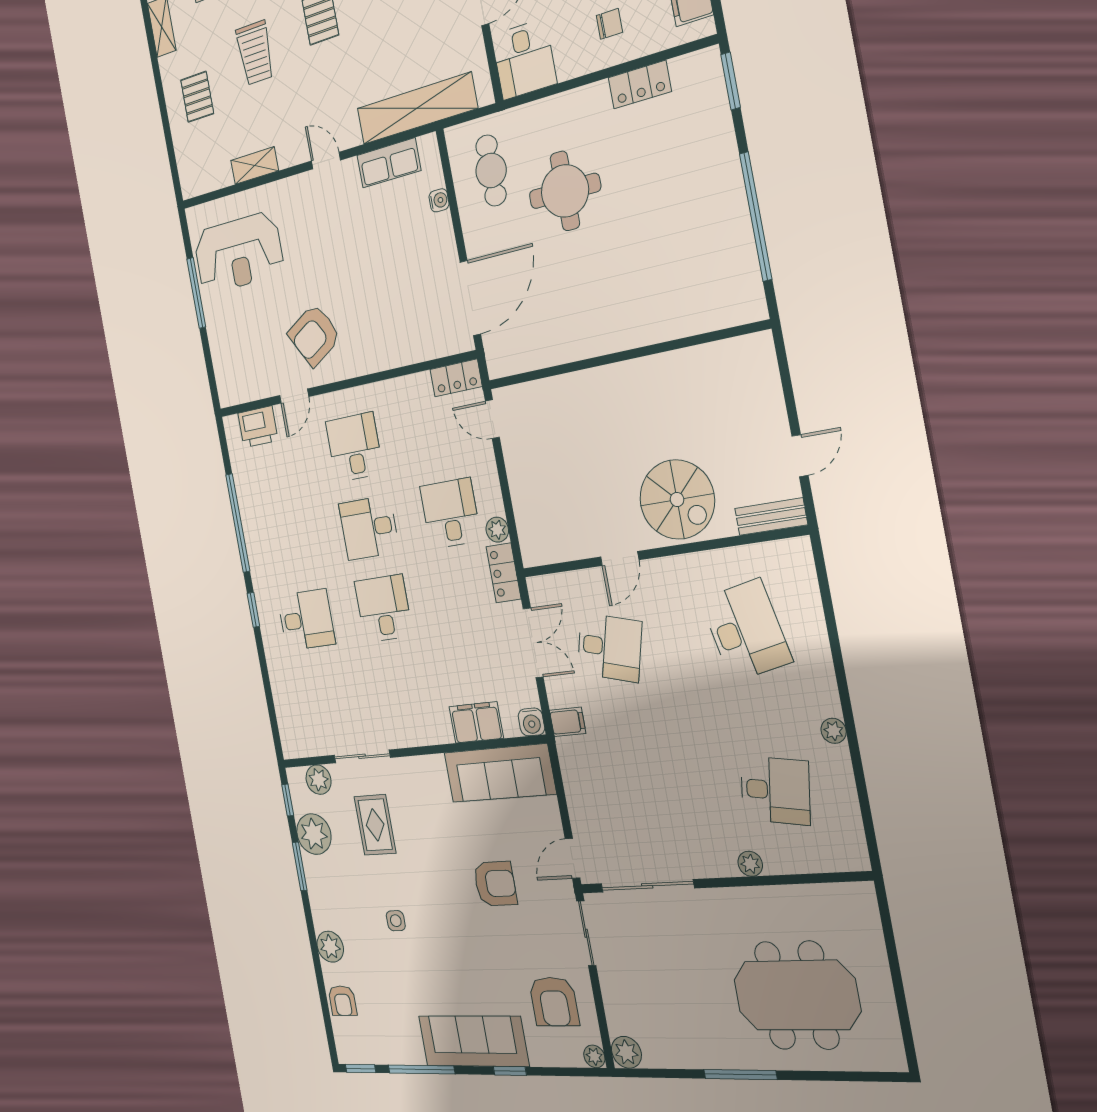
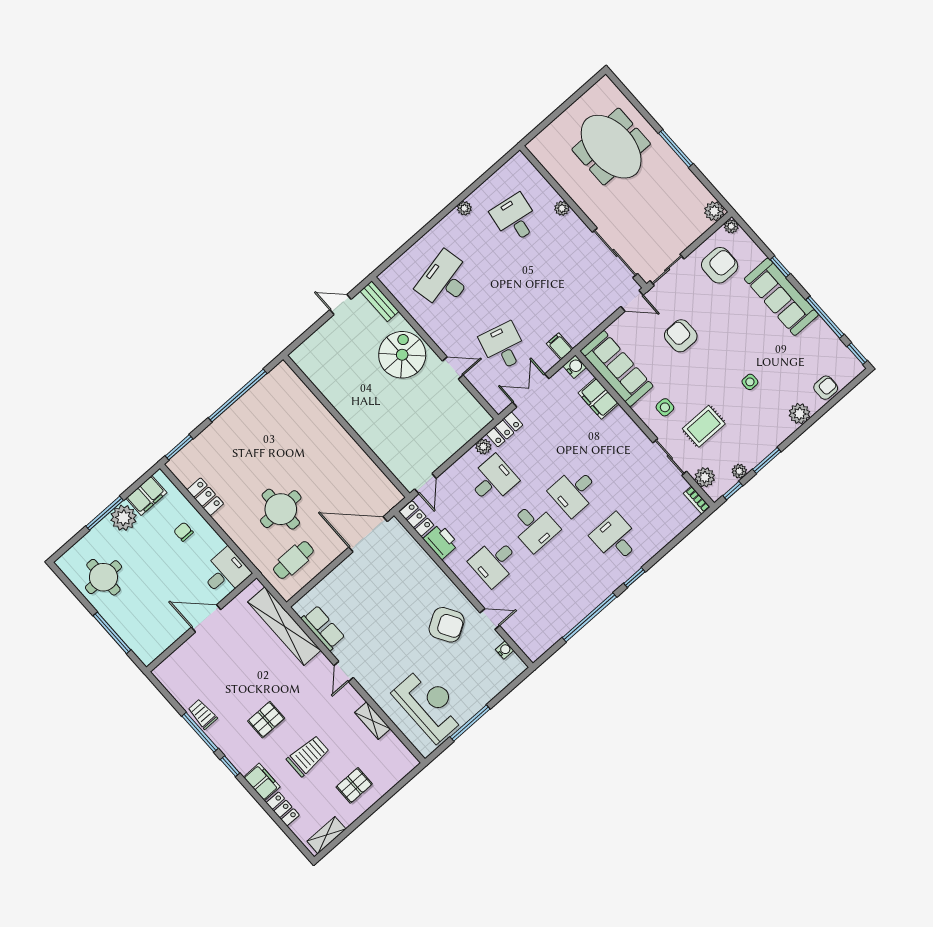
water cooler: (439, 200) -> (504, 650), moved, turned 90
printer: (258, 427) -> (441, 542), moved
desk: (450, 513) -> (493, 480), turned 180
bookcase: (299, 750) -> (697, 500), added
side table: (421, 796) -> (665, 407), added
plant: (314, 834) -> (739, 471), width x0.53, depth x0.53

